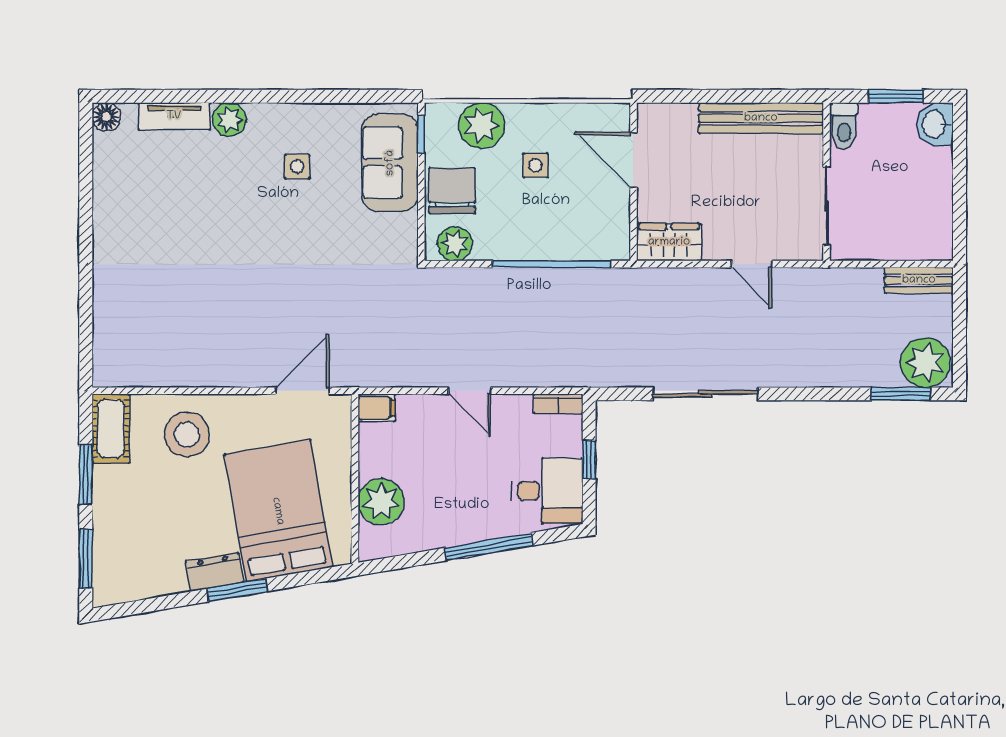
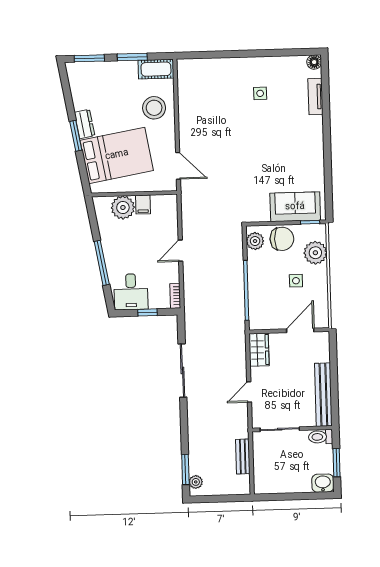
plant: (229, 120) -> (315, 125), removed
side table: (297, 167) -> (260, 93), moved
bench: (919, 280) -> (243, 457), moved
plant: (925, 363) -> (196, 482), width x0.53, depth x0.53
filing cabinet: (377, 408) -> (143, 205), moved

